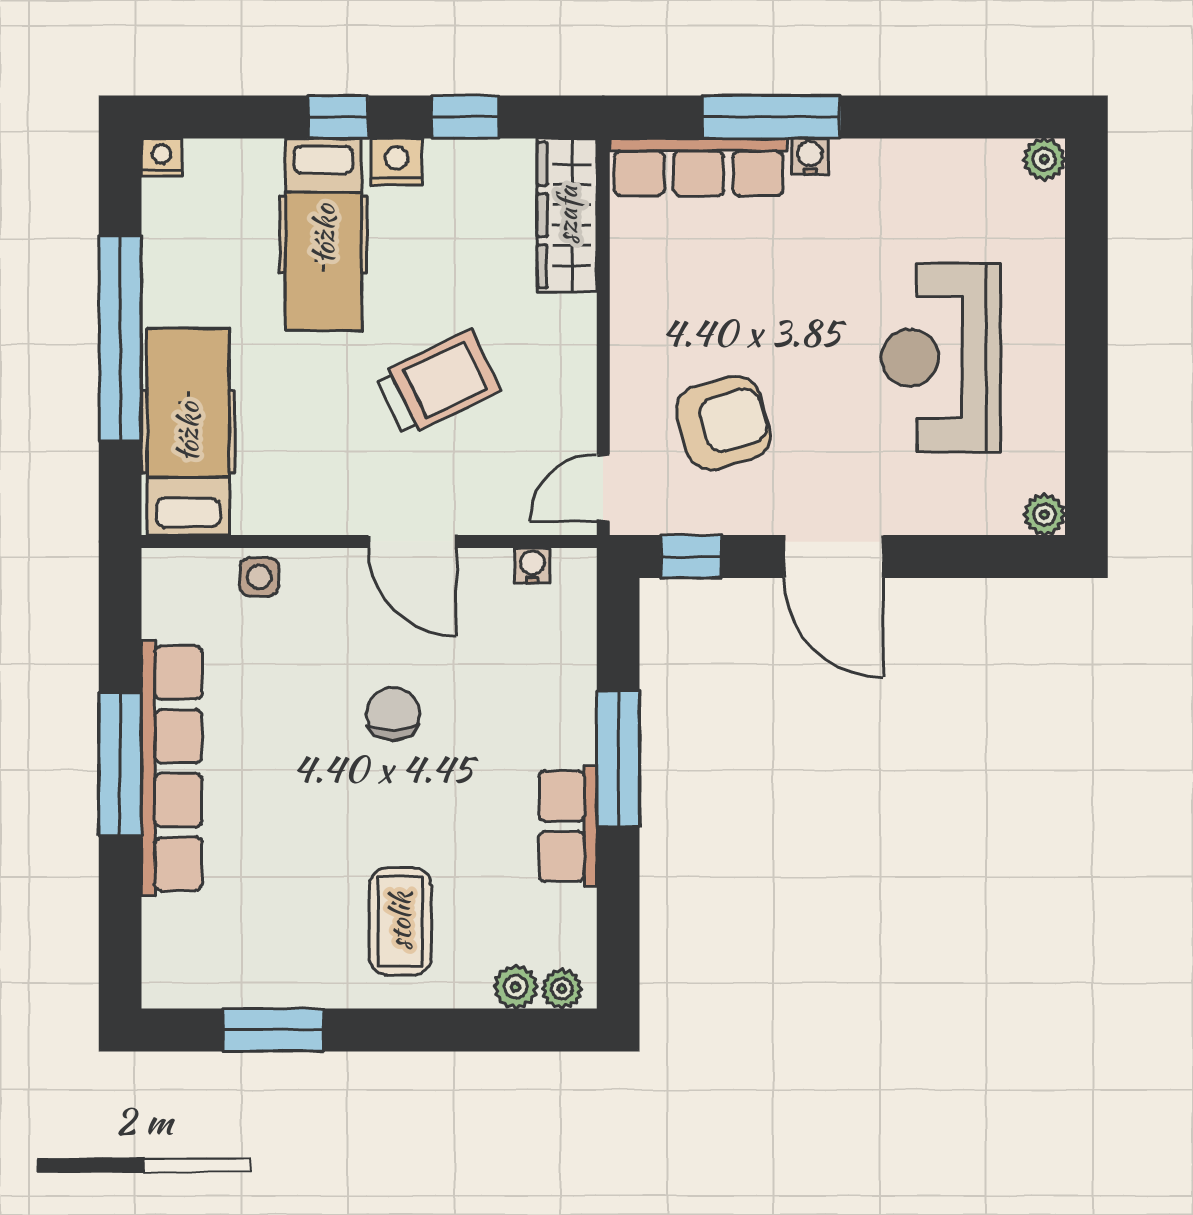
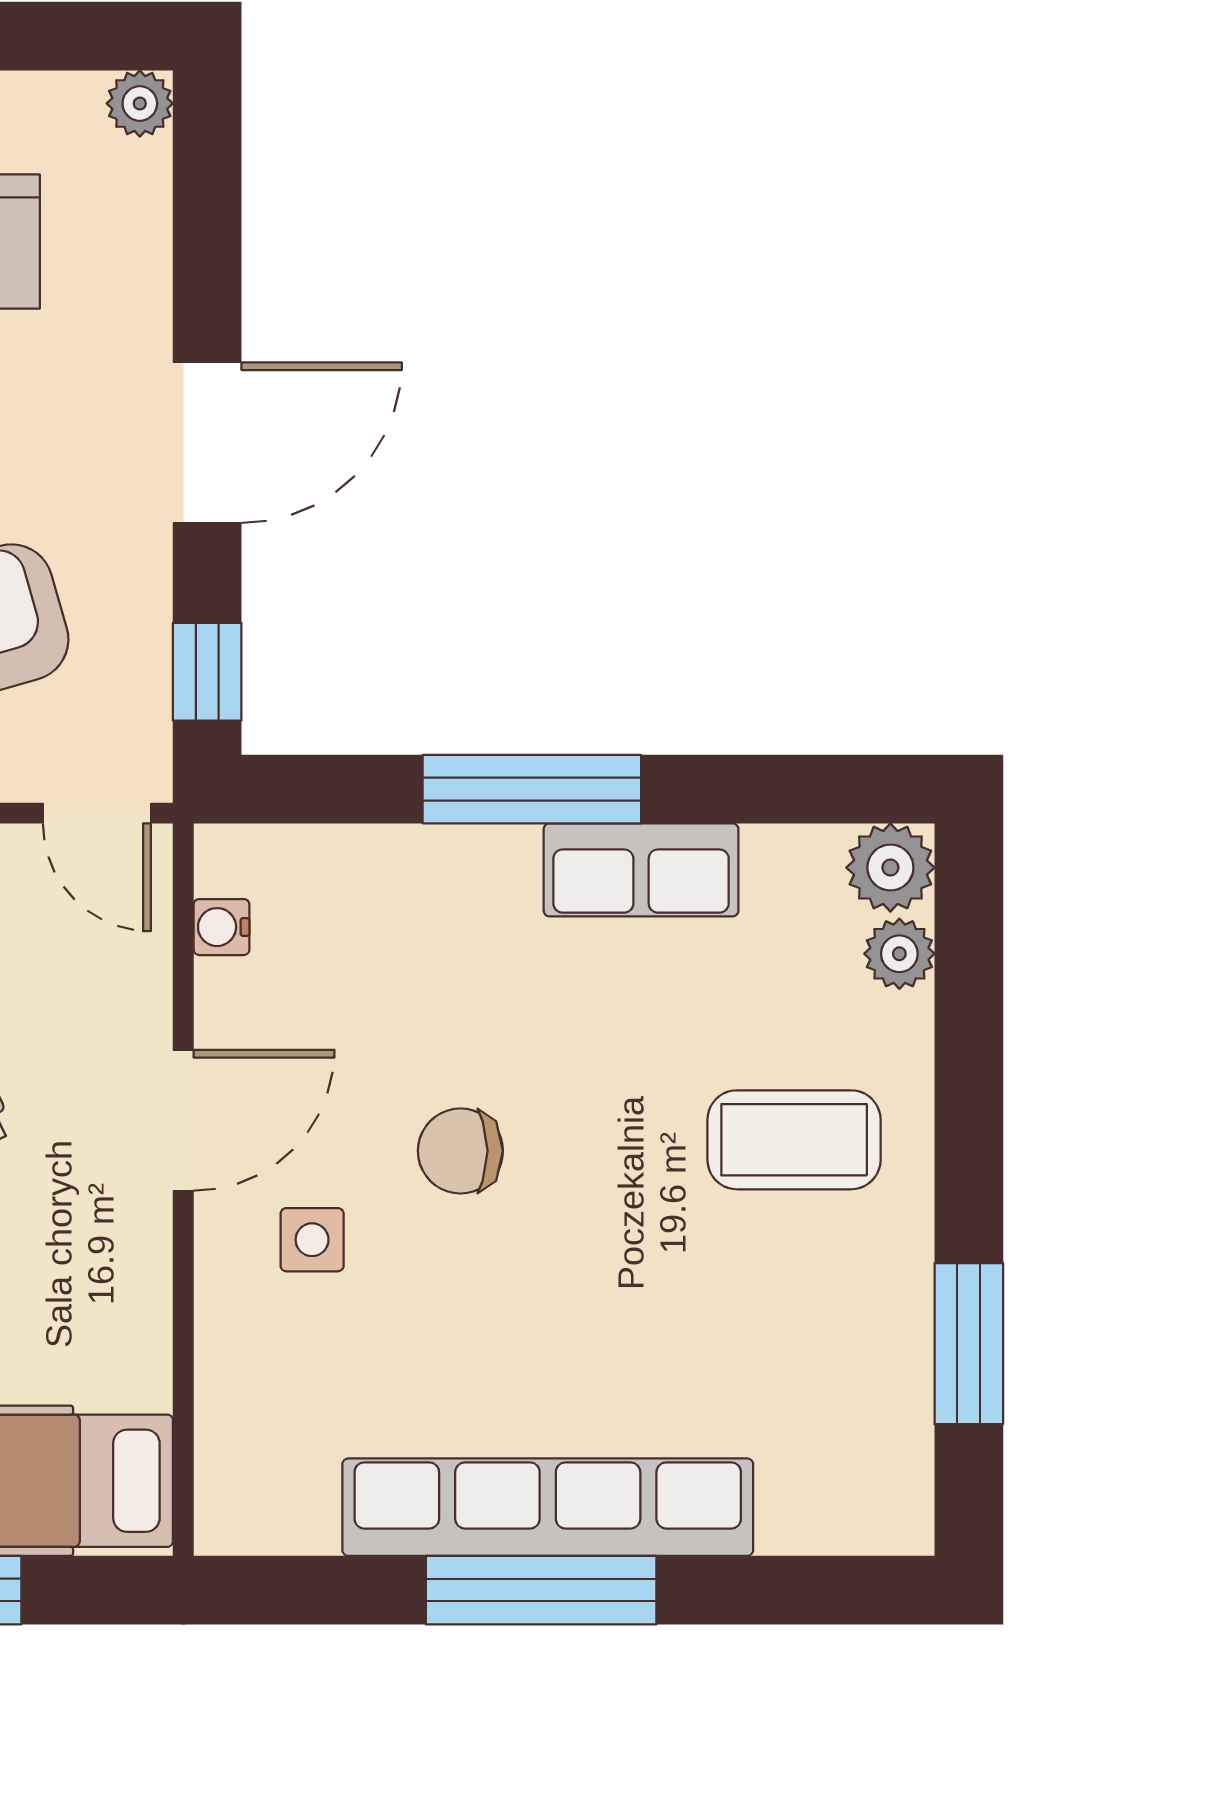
side table: (259, 577) -> (312, 1240), moved
plant: (562, 989) -> (890, 868), width x1.38, depth x1.38

